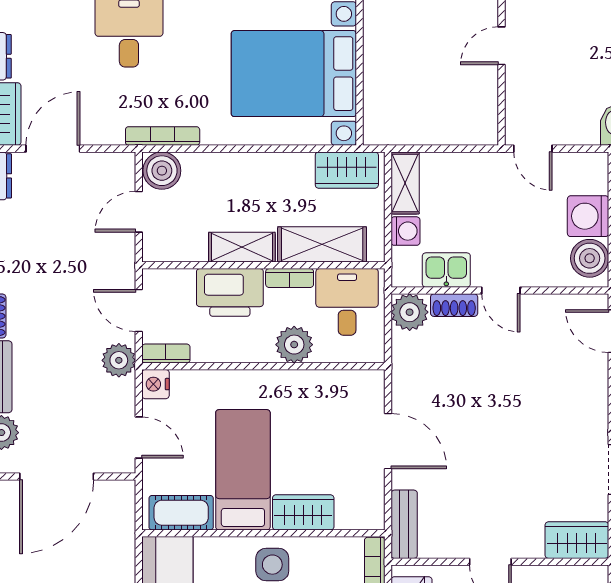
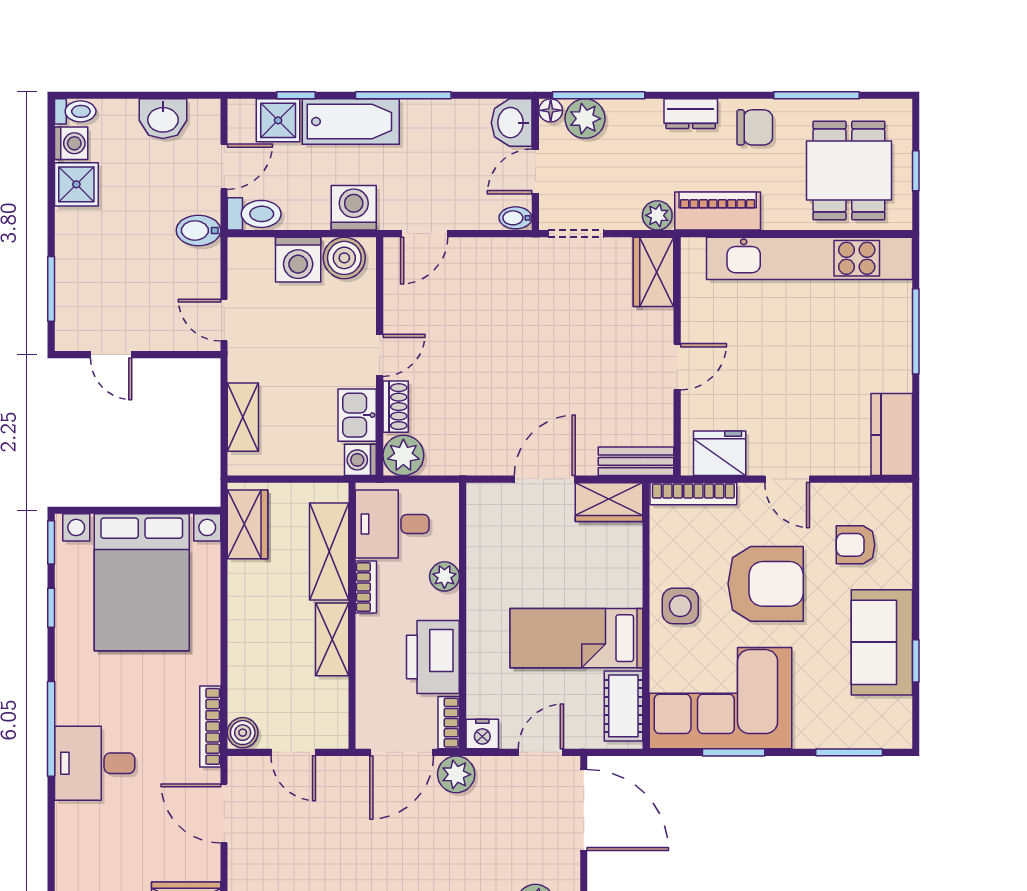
door: (53, 149) -> (224, 813), moved
door: (533, 149) -> (224, 320), swing flipped
boiler: (162, 171) -> (243, 733), width x0.73, depth x0.73
shelving: (405, 183) -> (243, 417), moved, turned 90
washing machine: (405, 231) -> (360, 460), moved, turned -90
printer: (230, 292) -> (433, 657), moved, turned 180
door: (139, 311) -> (402, 752), width x1.38
plant: (294, 345) -> (444, 576), width x0.73, depth x0.73
door: (57, 477) -> (584, 810), moved
wardrobe: (303, 512) -> (609, 502), moved, turned -90

